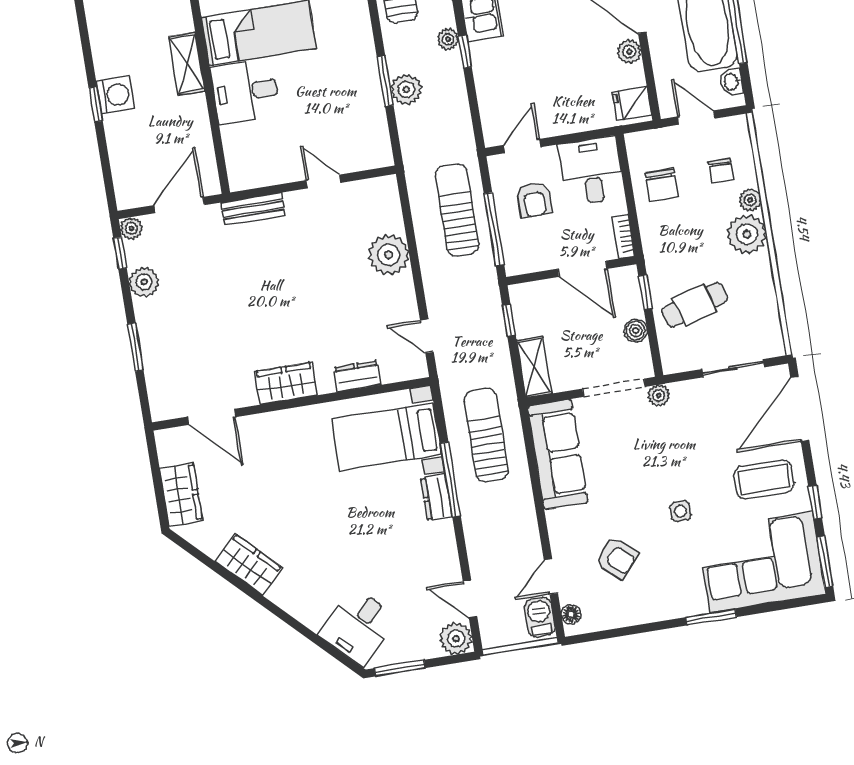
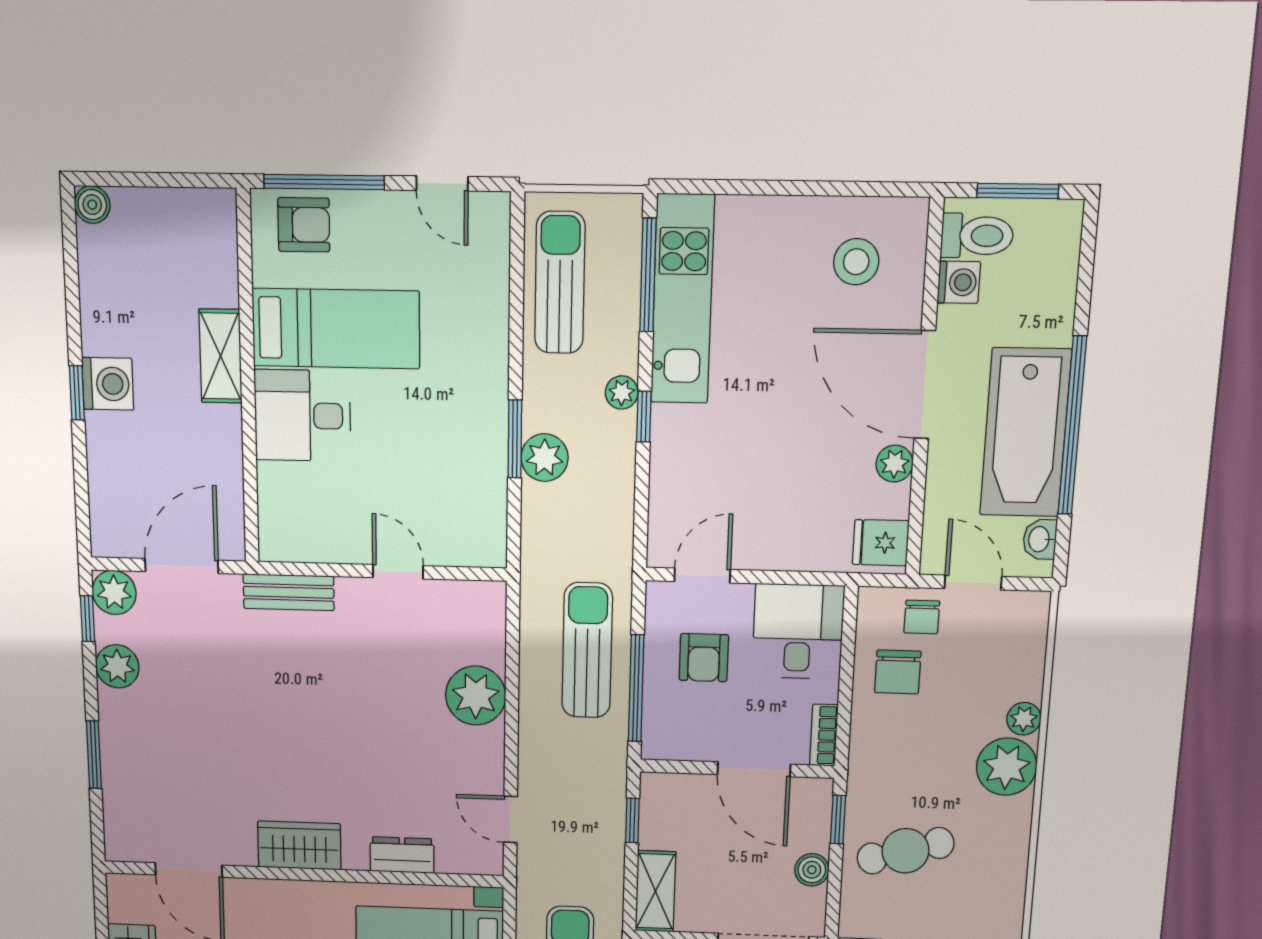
chair: (721, 171) -> (922, 617), moved
plant: (131, 228) -> (114, 592), width x1.38, depth x1.38

